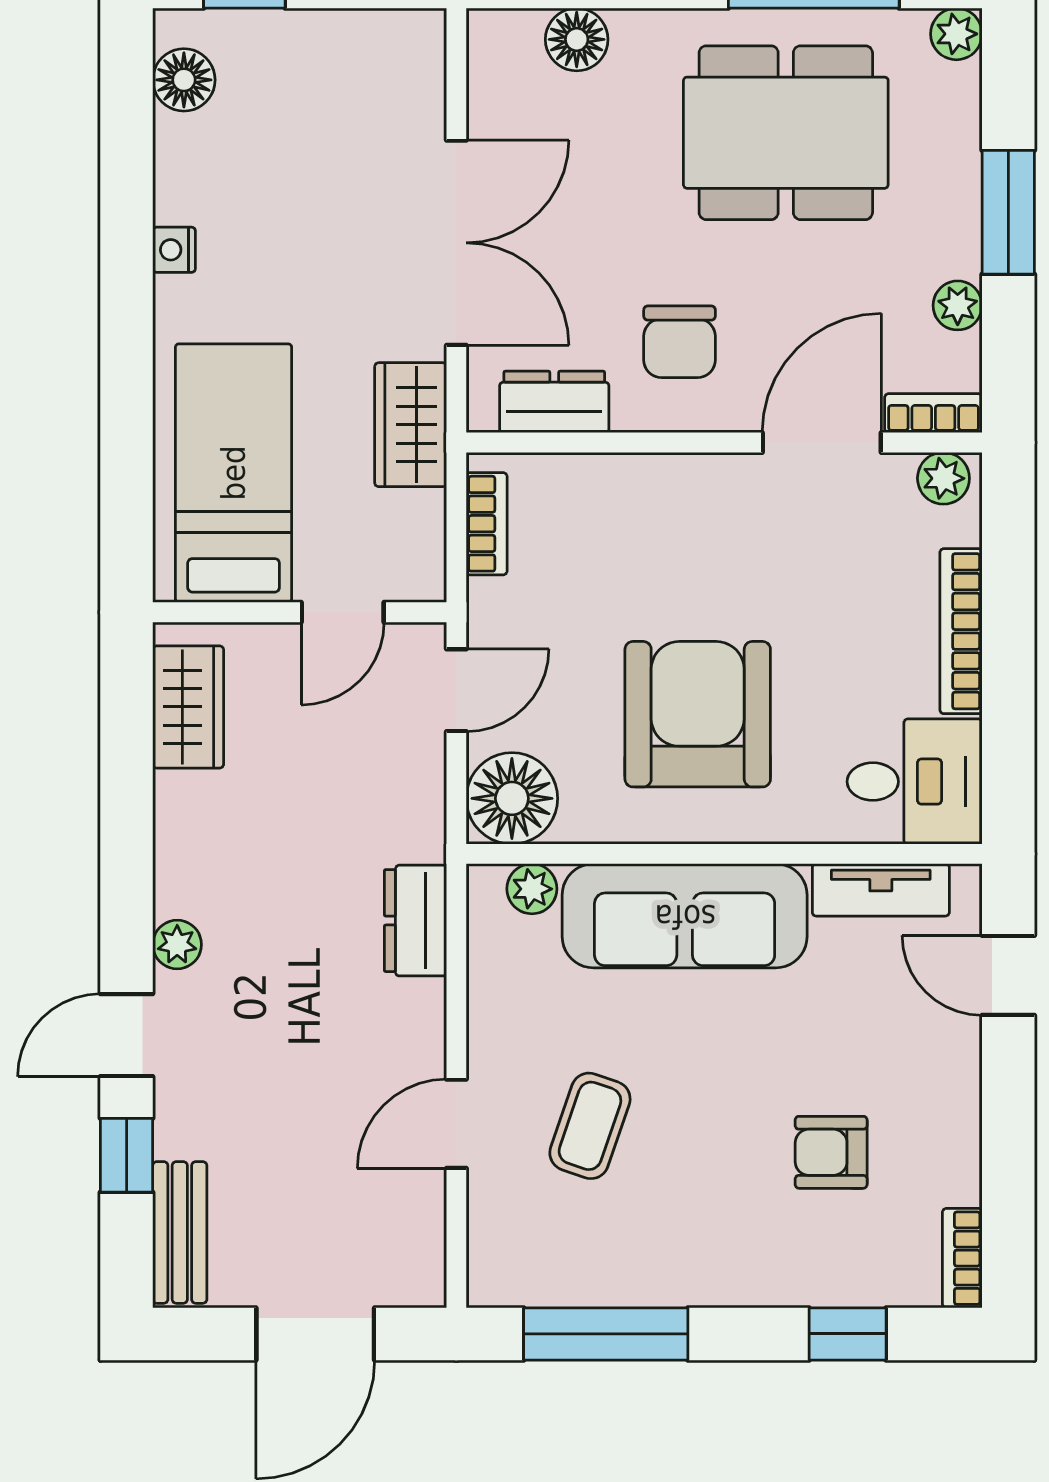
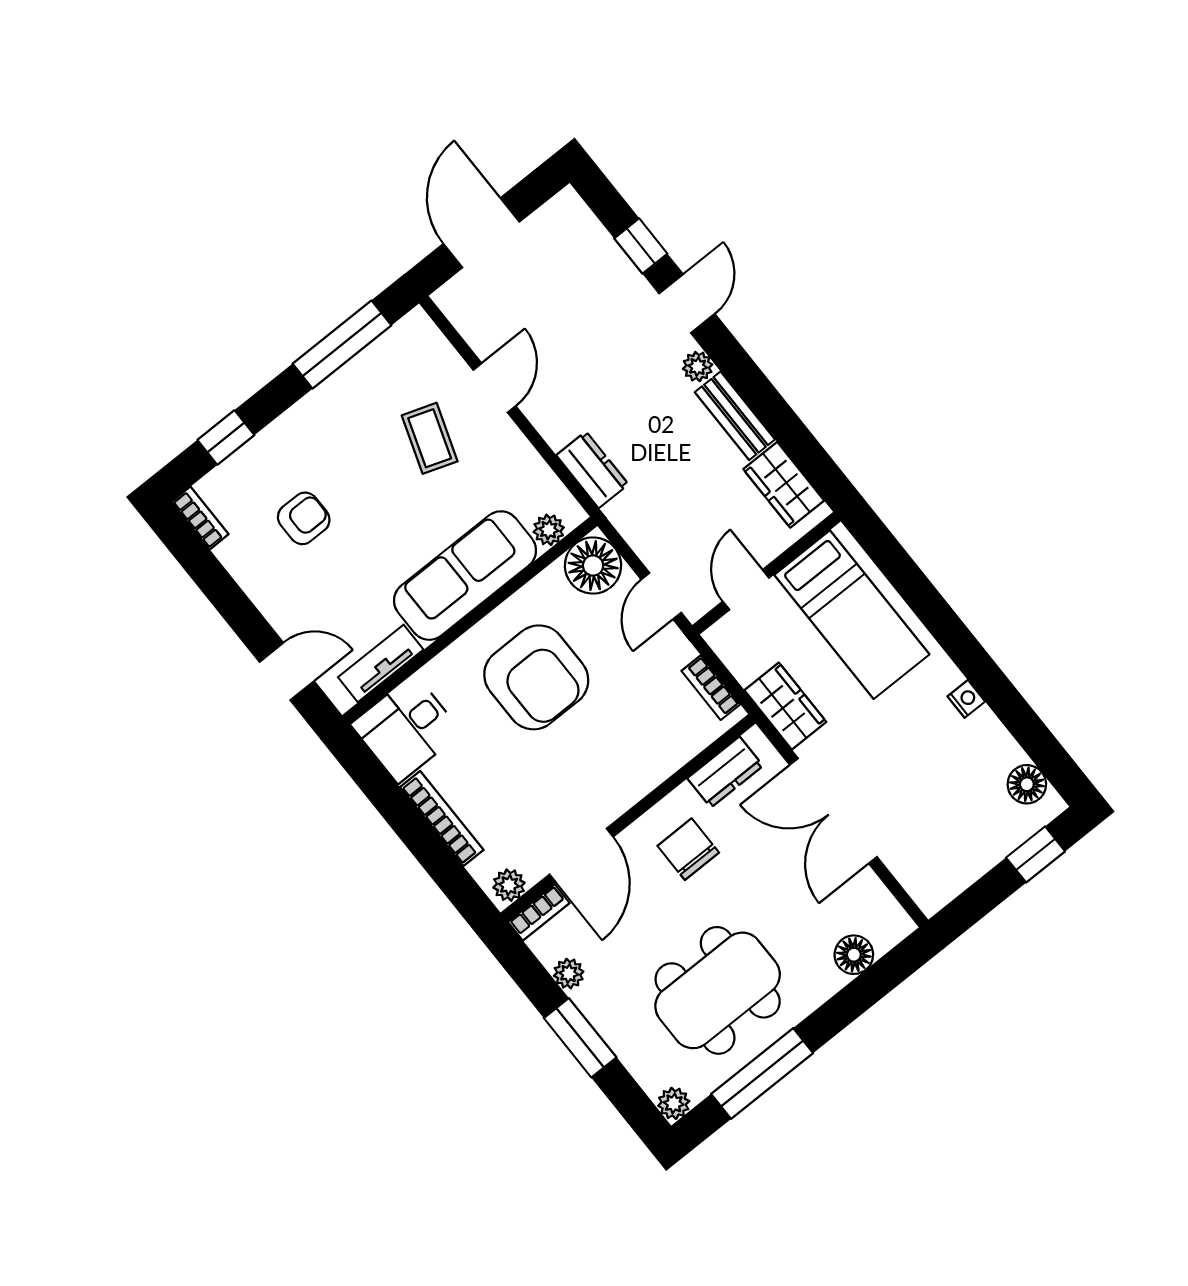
bench: (180, 1232) -> (735, 416), moved

